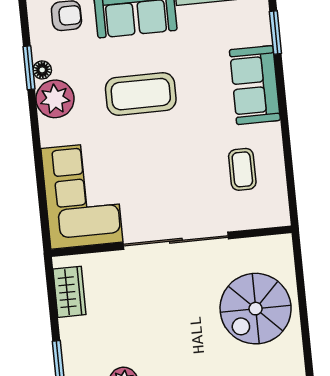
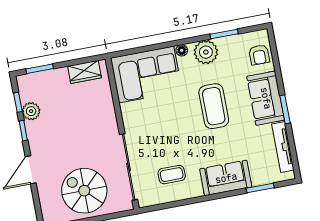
floor lamp: (42, 70) -> (182, 50), moved
sliding door: (176, 241) -> (129, 167), moved

